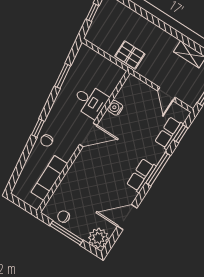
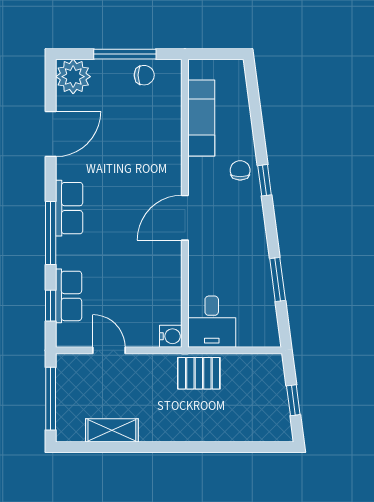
desk: (90, 101) -> (212, 322), moved, turned -90
water cooler: (115, 108) -> (171, 336), moved

